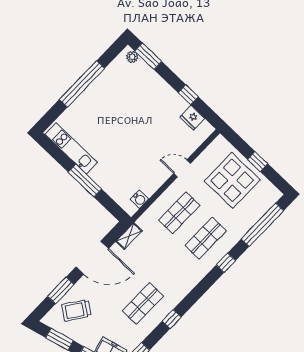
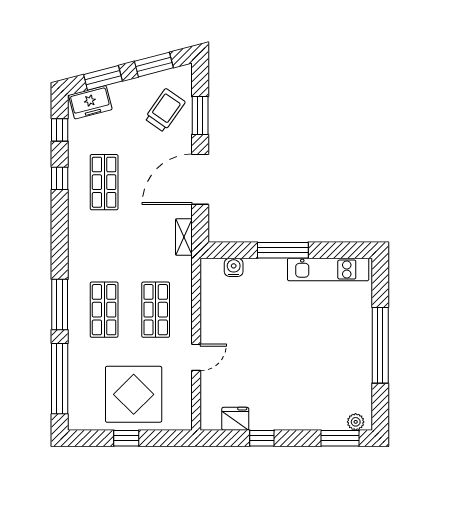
water cooler: (139, 199) -> (234, 267), moved, turned 90
window: (226, 263) -> (60, 305), width x2.17
window: (172, 319) -> (60, 178), moved

